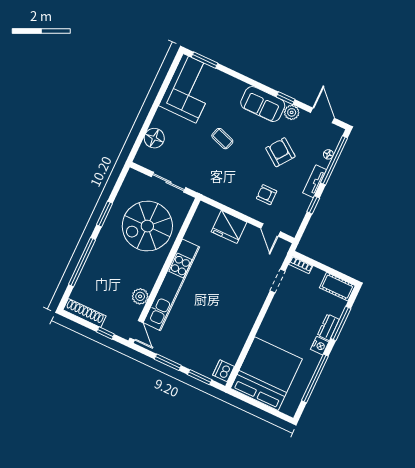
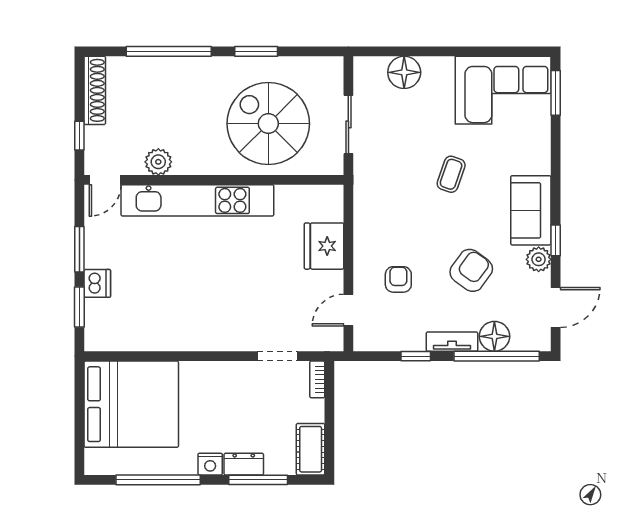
floor lamp: (328, 154) -> (494, 336), width x1.89, depth x1.89
dishwasher: (224, 371) -> (97, 283), moved, turned 90

